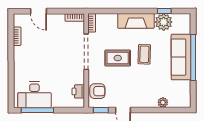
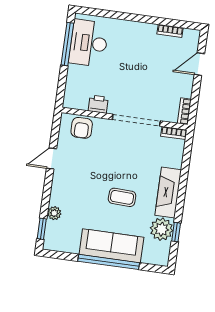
rug: (118, 58) -> (122, 161), removed
printer: (78, 91) -> (98, 104), moved
window: (101, 110) -> (42, 229), moved

